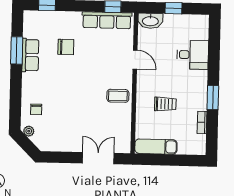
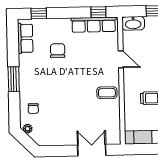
chair: (66, 47) -> (58, 51), turned -90
window: (17, 50) -> (14, 79), moved
row of seats: (30, 55) -> (25, 38), moved

